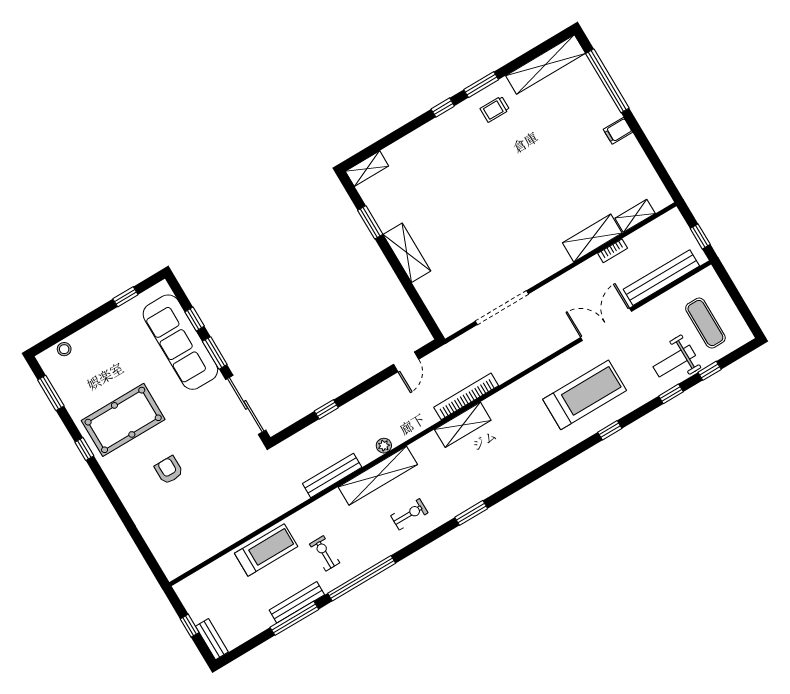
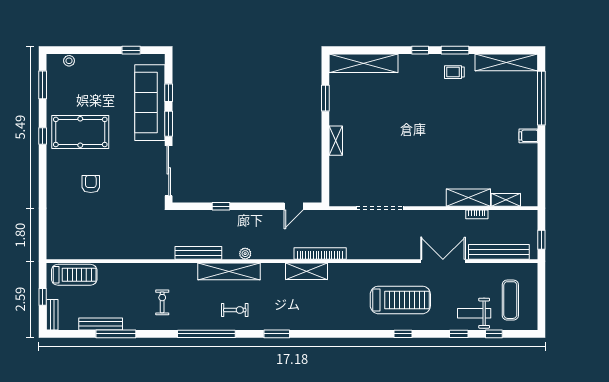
shelving: (367, 169) -> (363, 63), width x2.20, depth x1.33
shelving: (407, 253) -> (336, 141), width x0.67, depth x0.75
treadmill: (266, 550) -> (74, 275), moved
window: (362, 578) -> (206, 334), moved
bench: (297, 602) -> (101, 324), moved

